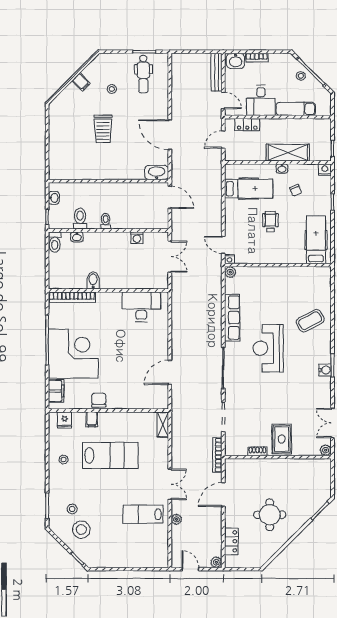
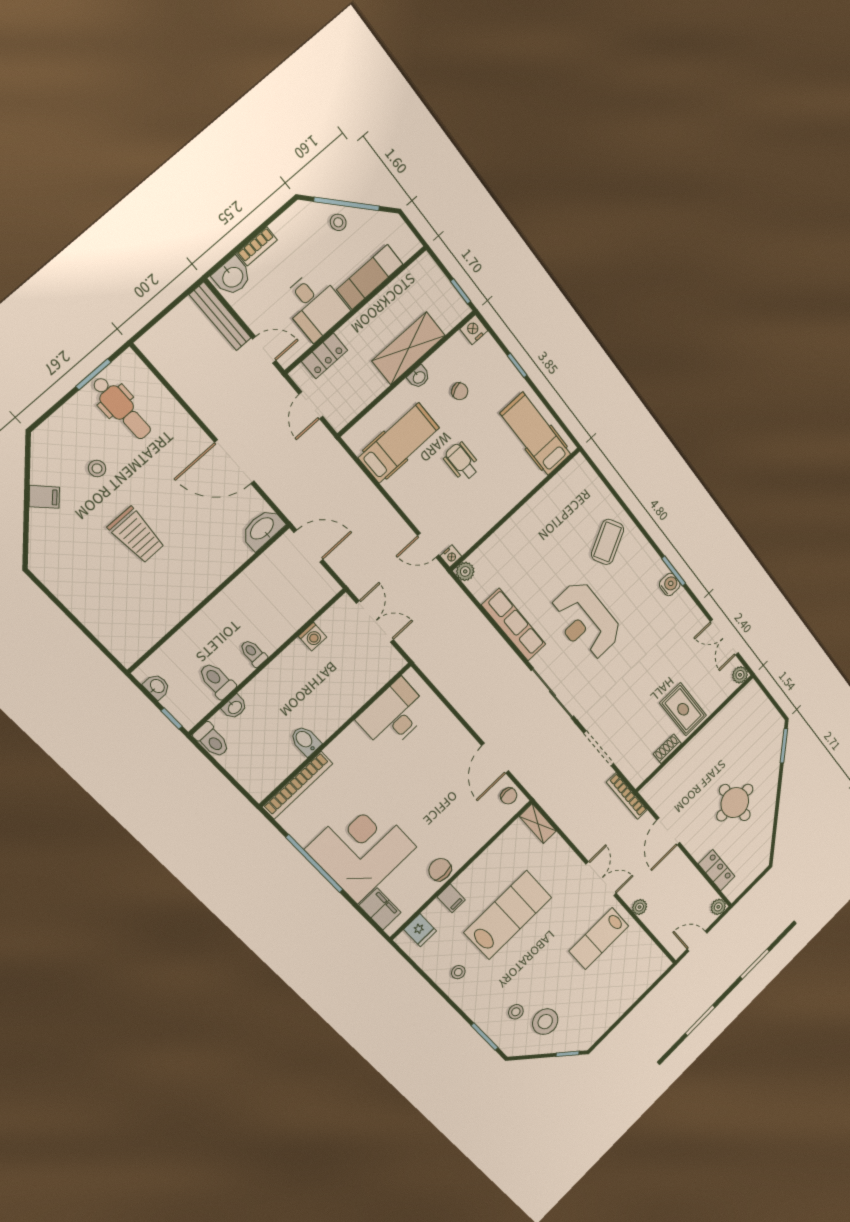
chair: (161, 397) -> (509, 796), added

